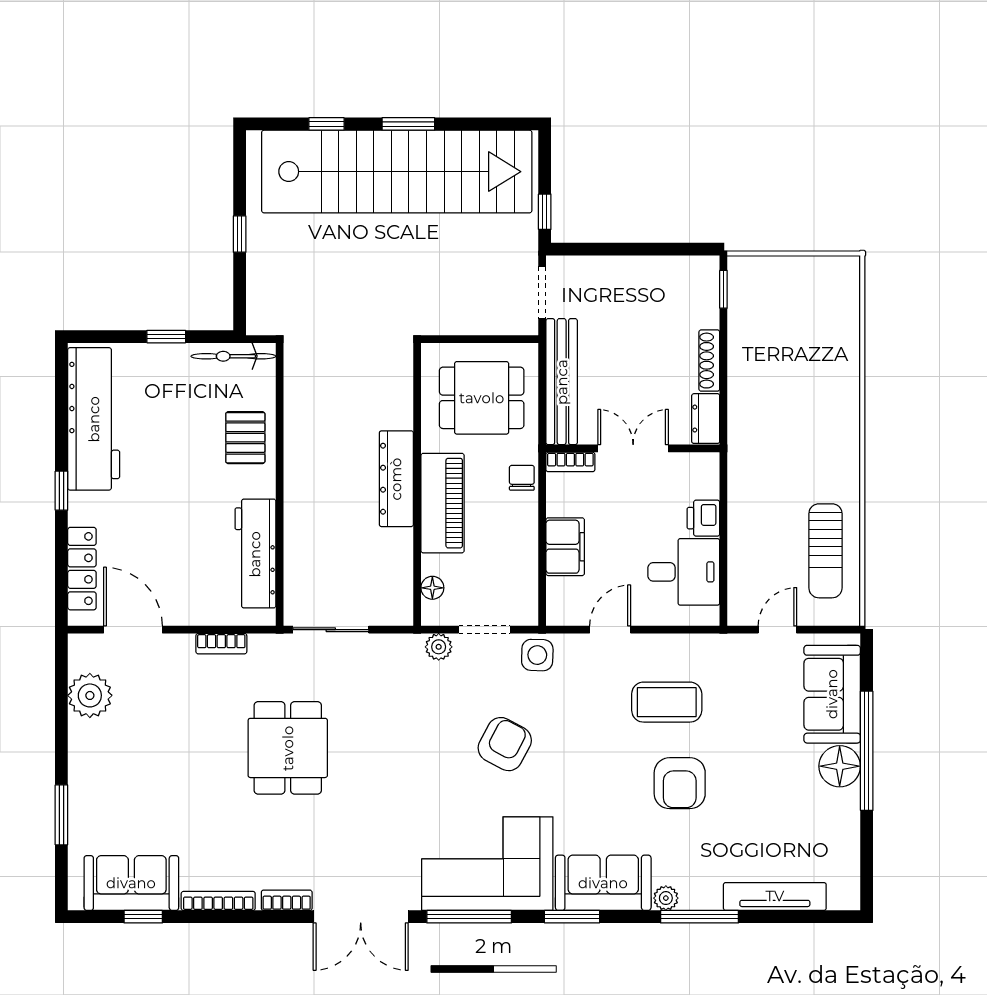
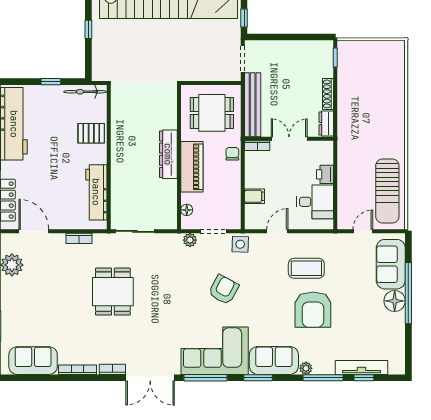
pallet: (245, 438) -> (91, 133), turned 90
filing cabinet: (565, 547) -> (254, 196), width x0.50
sun lounger: (825, 551) -> (387, 191), width x1.36, depth x1.34
armchair: (680, 783) -> (313, 310), width x1.36, depth x1.36
window: (143, 917) -> (364, 378), moved

